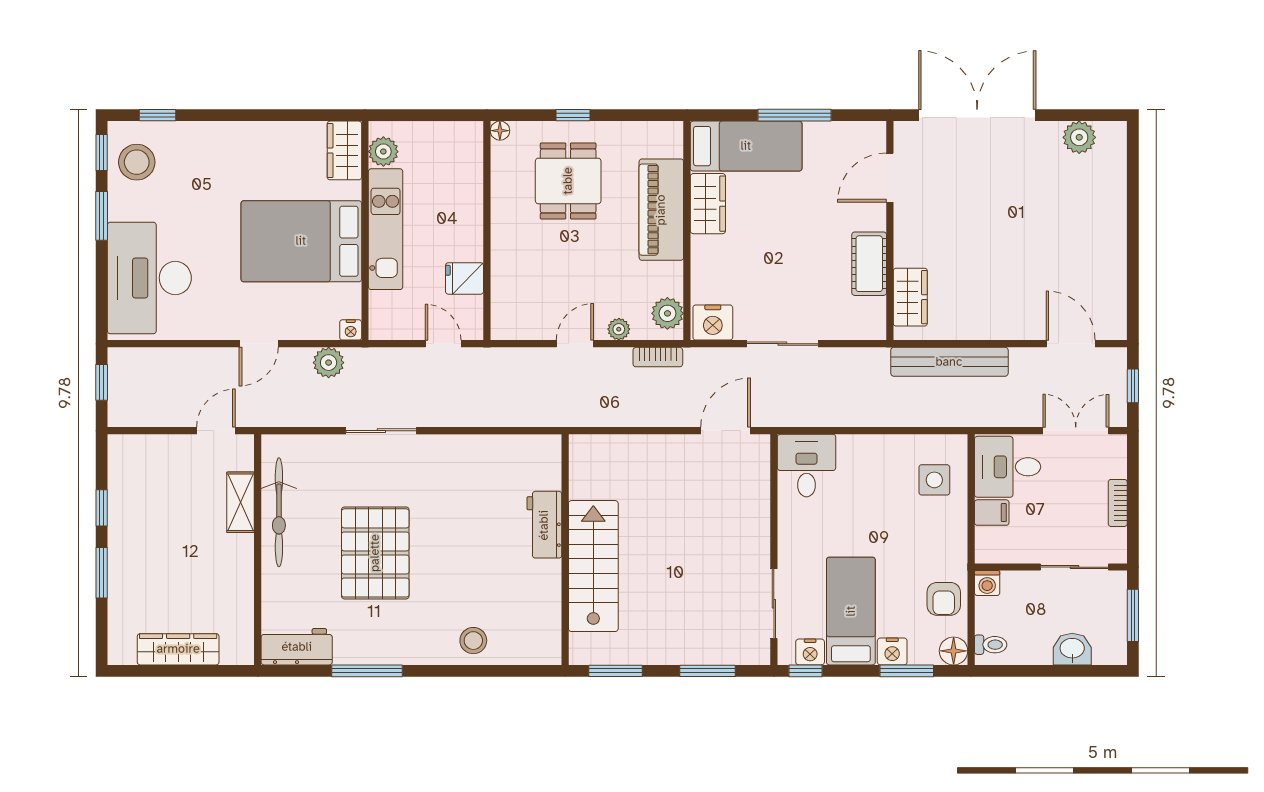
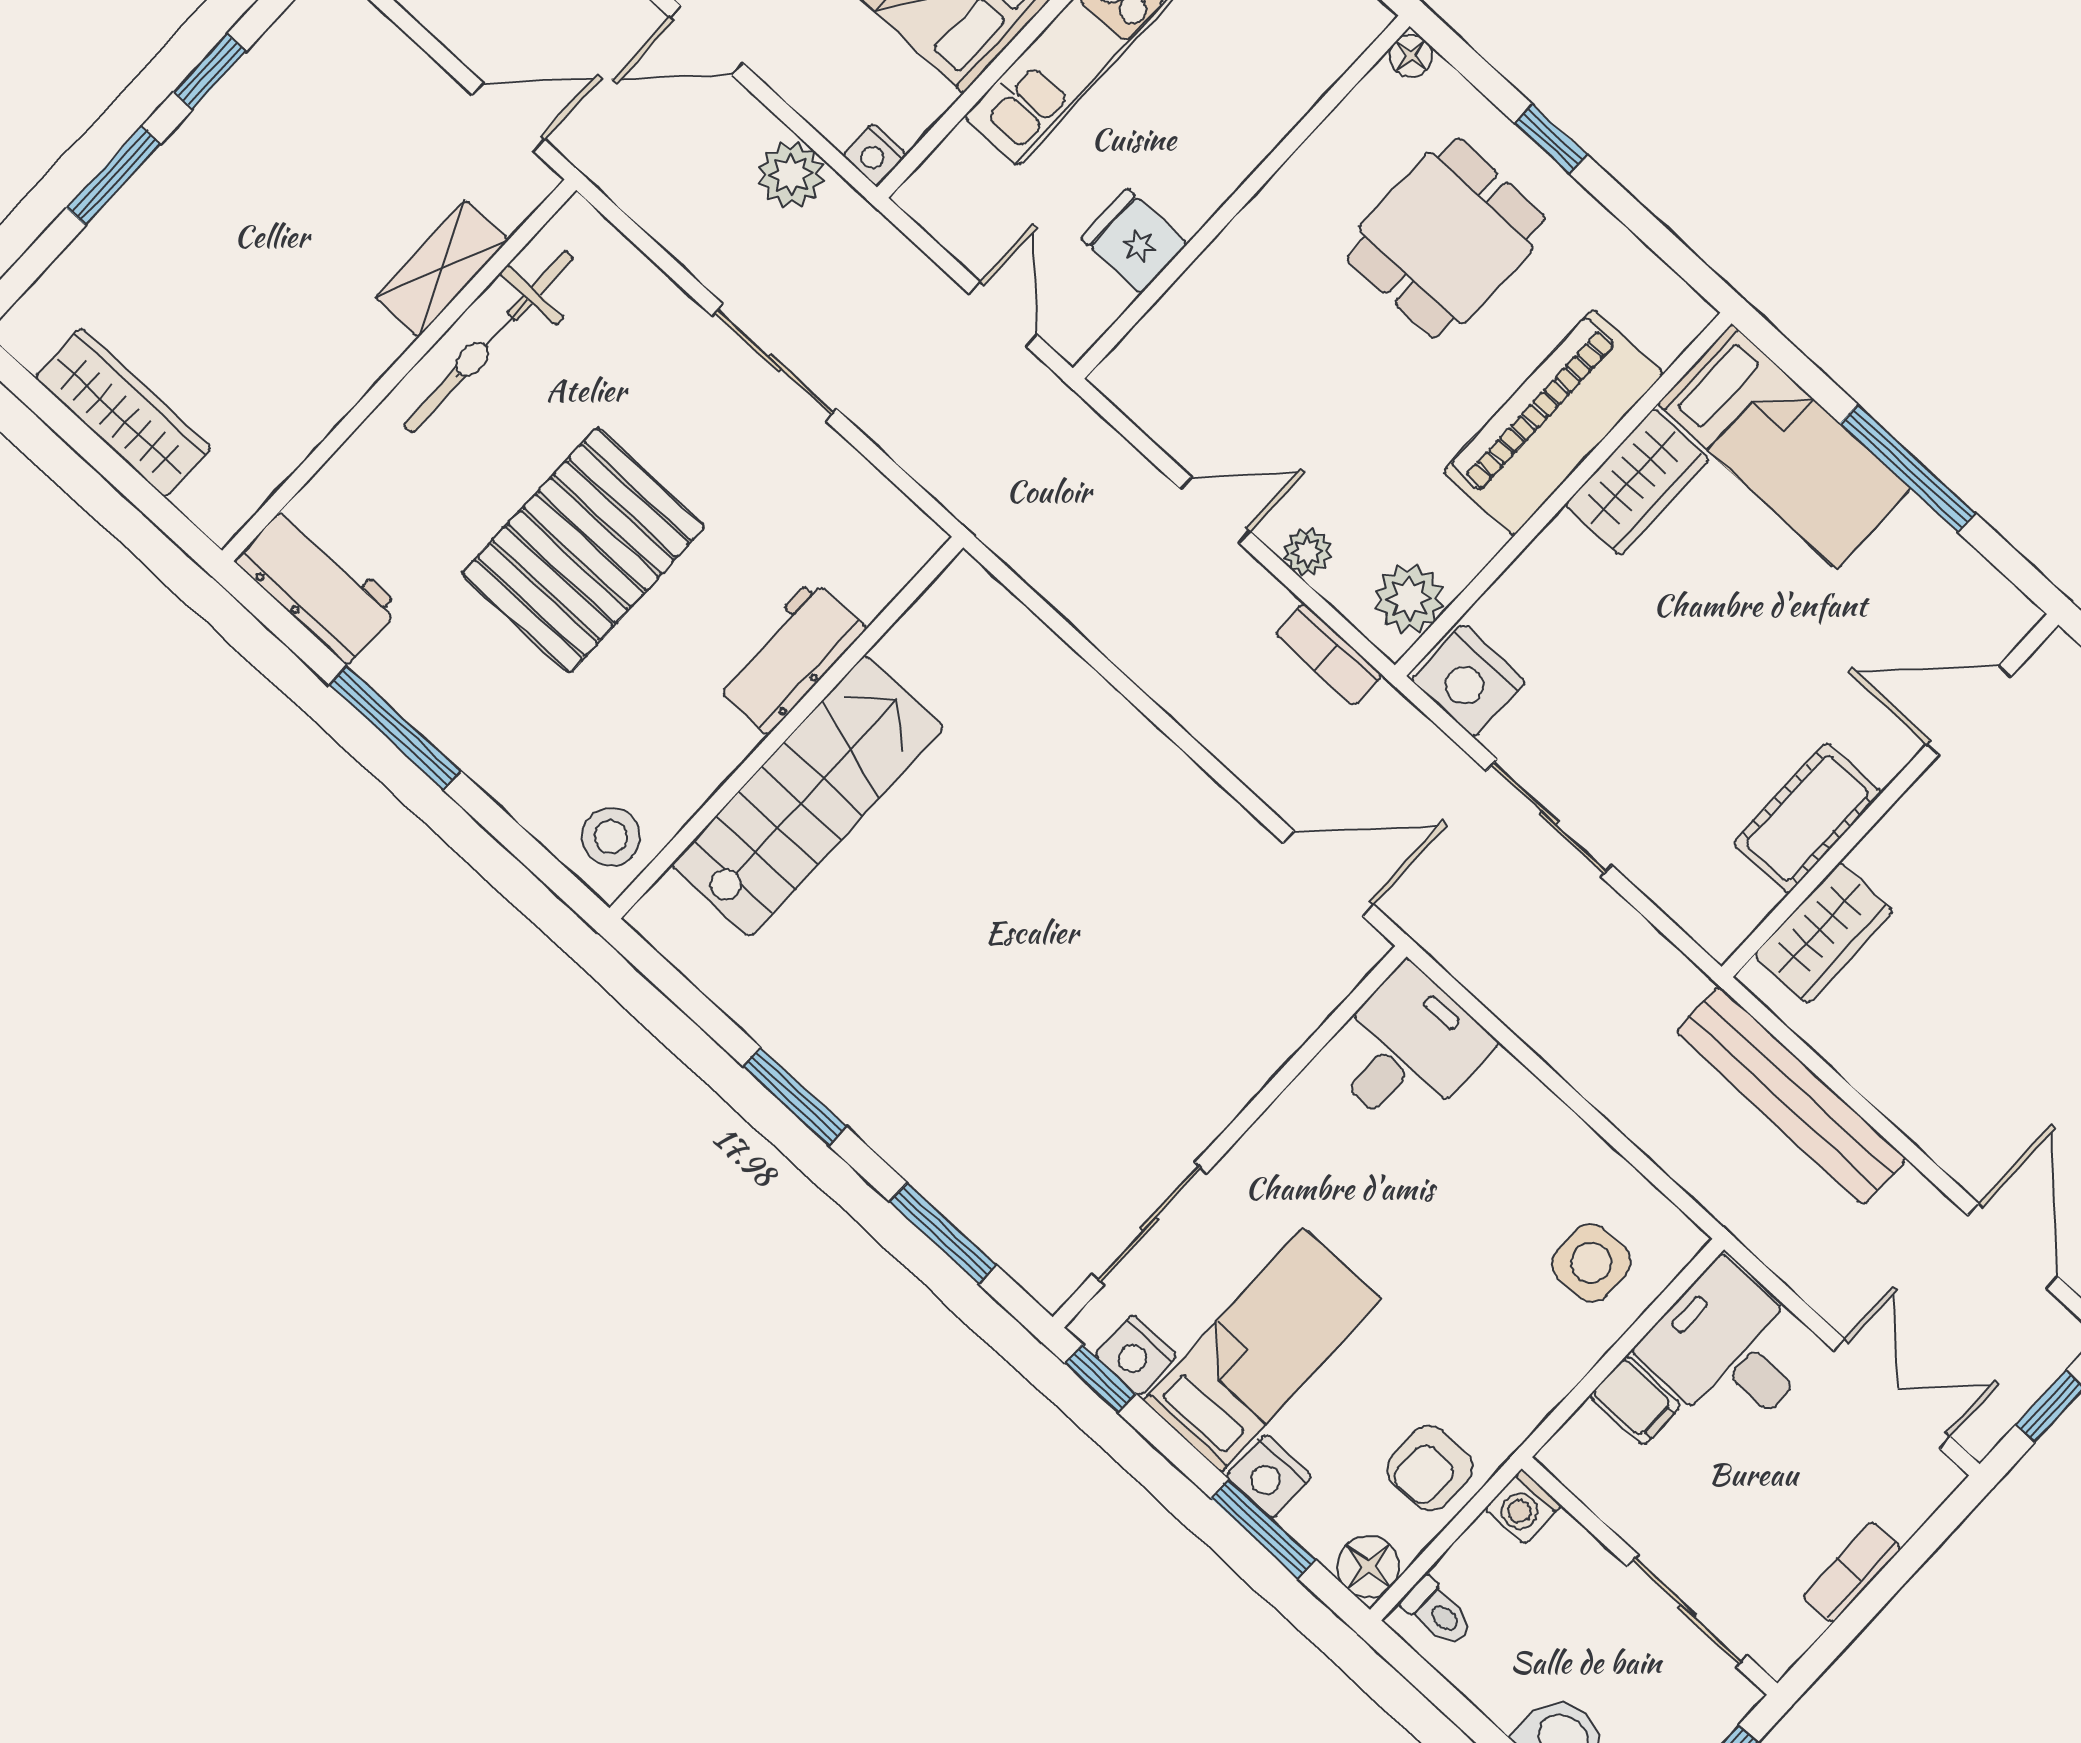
workbench: (544, 525) -> (790, 657), moved
wall: (565, 550) -> (786, 728), moved
stairs: (593, 566) -> (807, 796), moved

